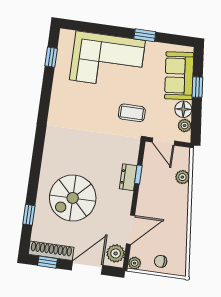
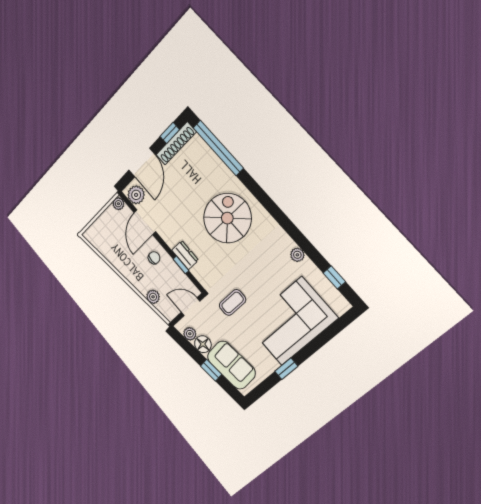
plant: (57, 95) -> (297, 255), added
spiral stairs: (73, 198) -> (227, 218), moved
window: (29, 215) -> (218, 148), width x3.17
chair: (161, 261) -> (154, 258), moved

